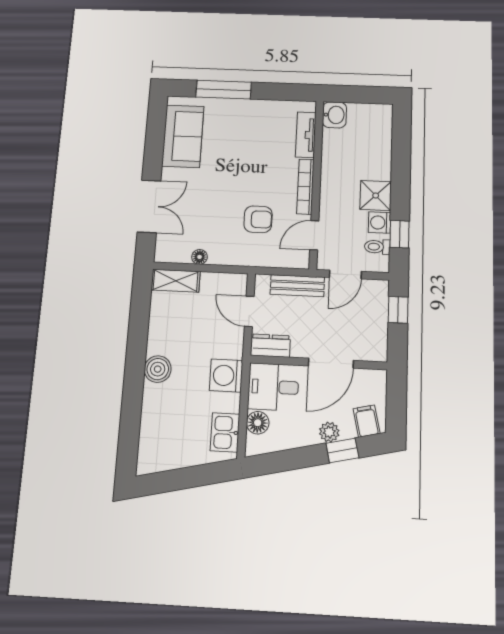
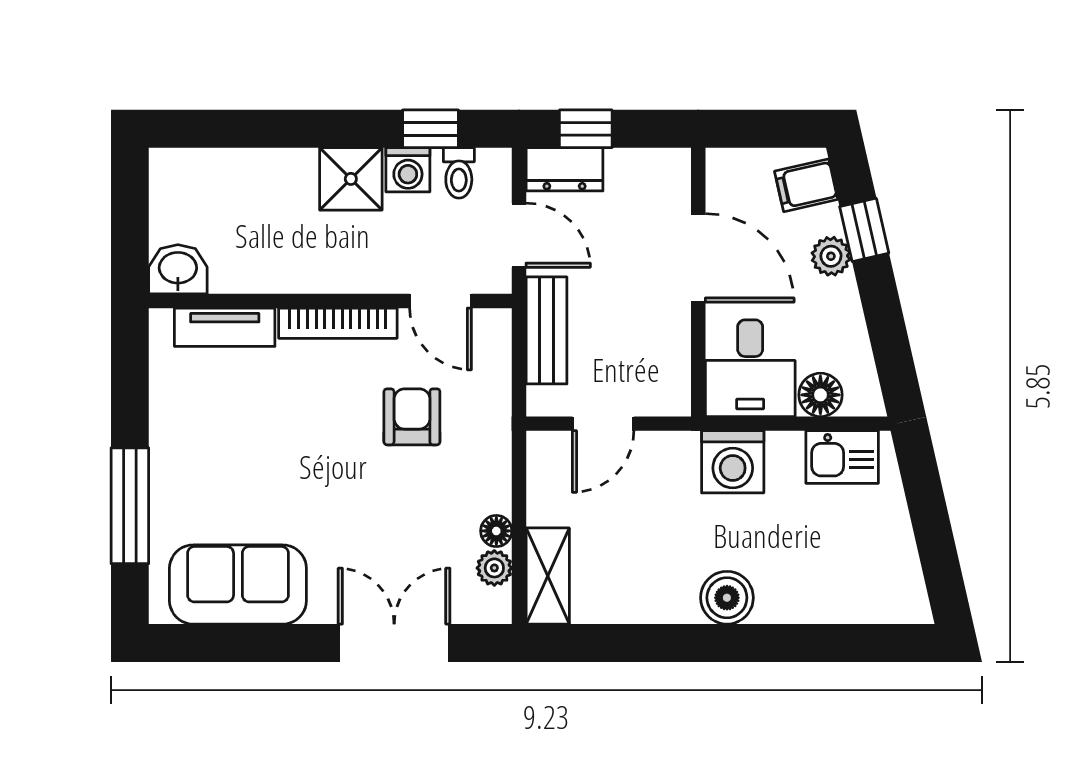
plant: (181, 255) -> (494, 568), added
dresser: (270, 346) -> (565, 169), moved, turned -90

